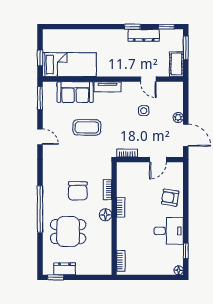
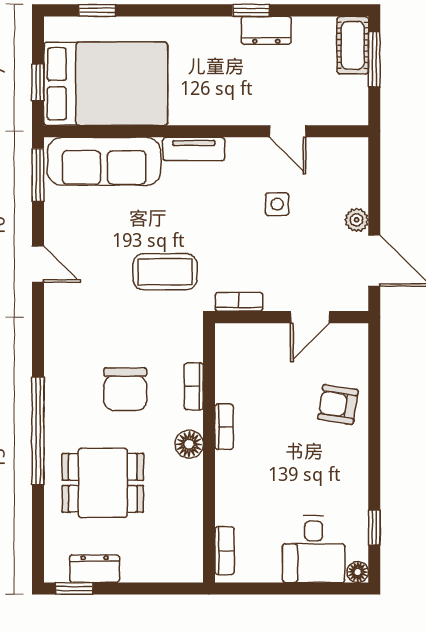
window: (166, 27) -> (97, 10), moved
dresser: (144, 35) -> (266, 30), width x0.70
bed: (69, 64) -> (106, 84), width x1.50
cot: (176, 64) -> (353, 45), moved
sofa: (75, 92) -> (104, 161), width x1.36
coffee table: (87, 127) -> (165, 272), moved
desk: (169, 231) -> (314, 549), moved, turned 90

